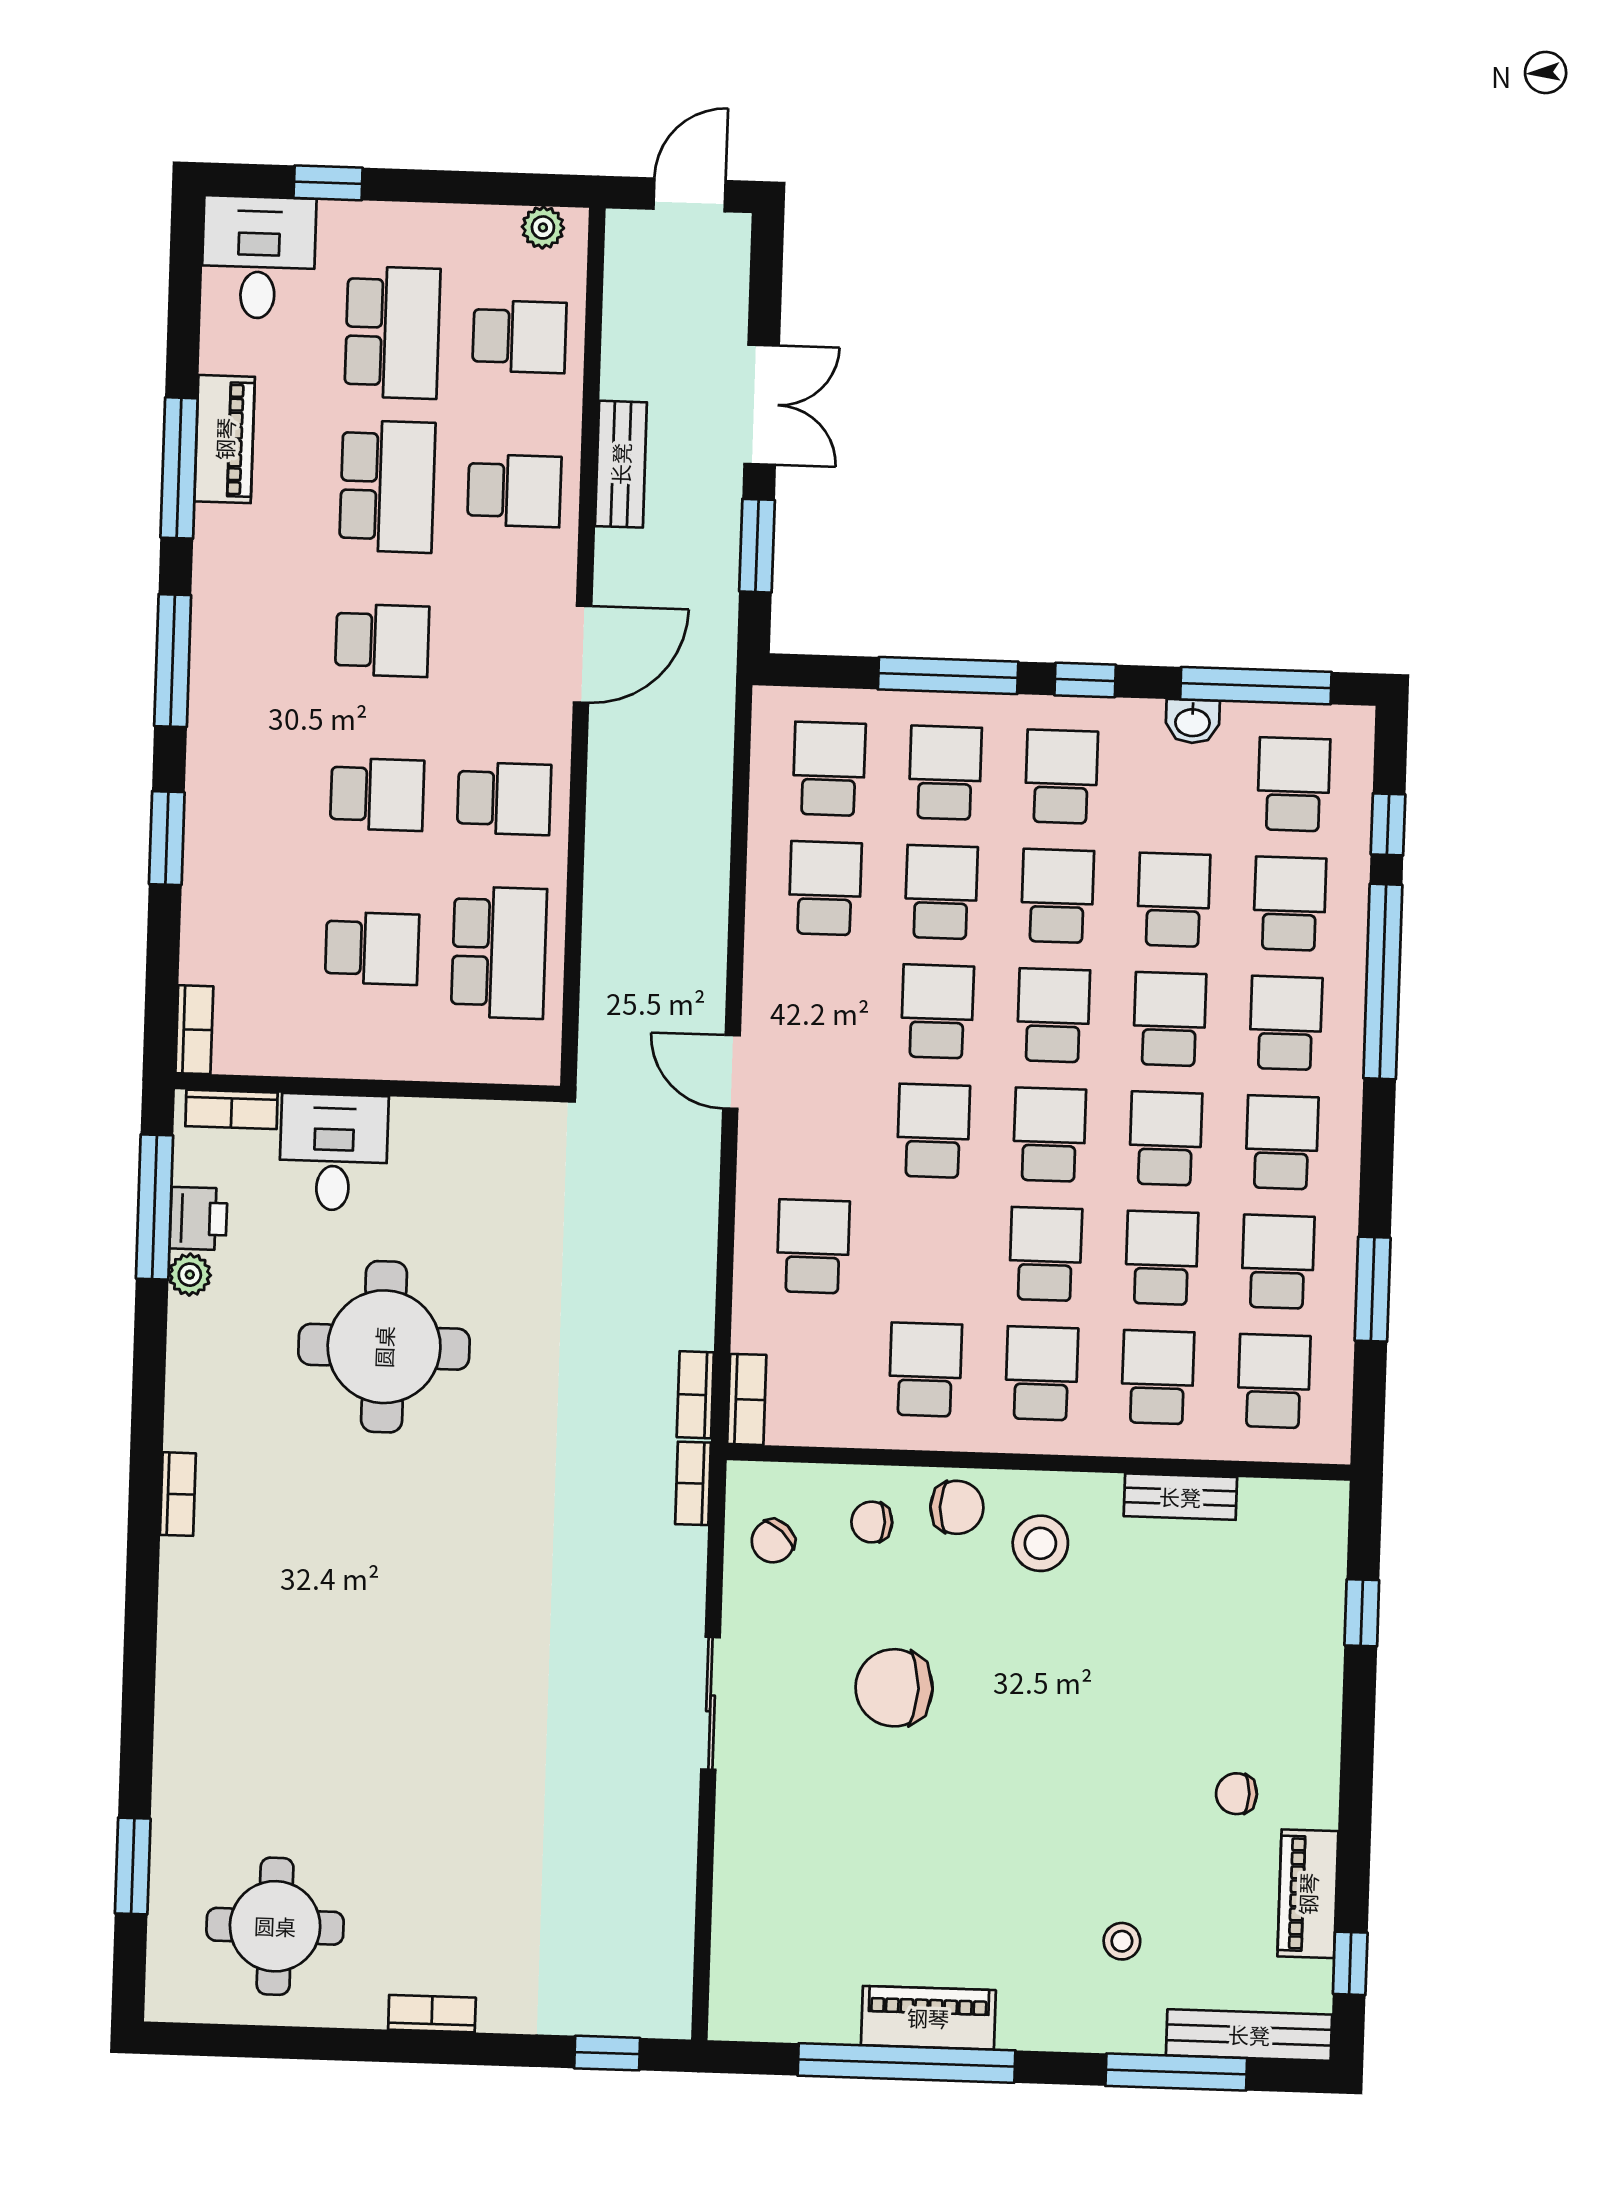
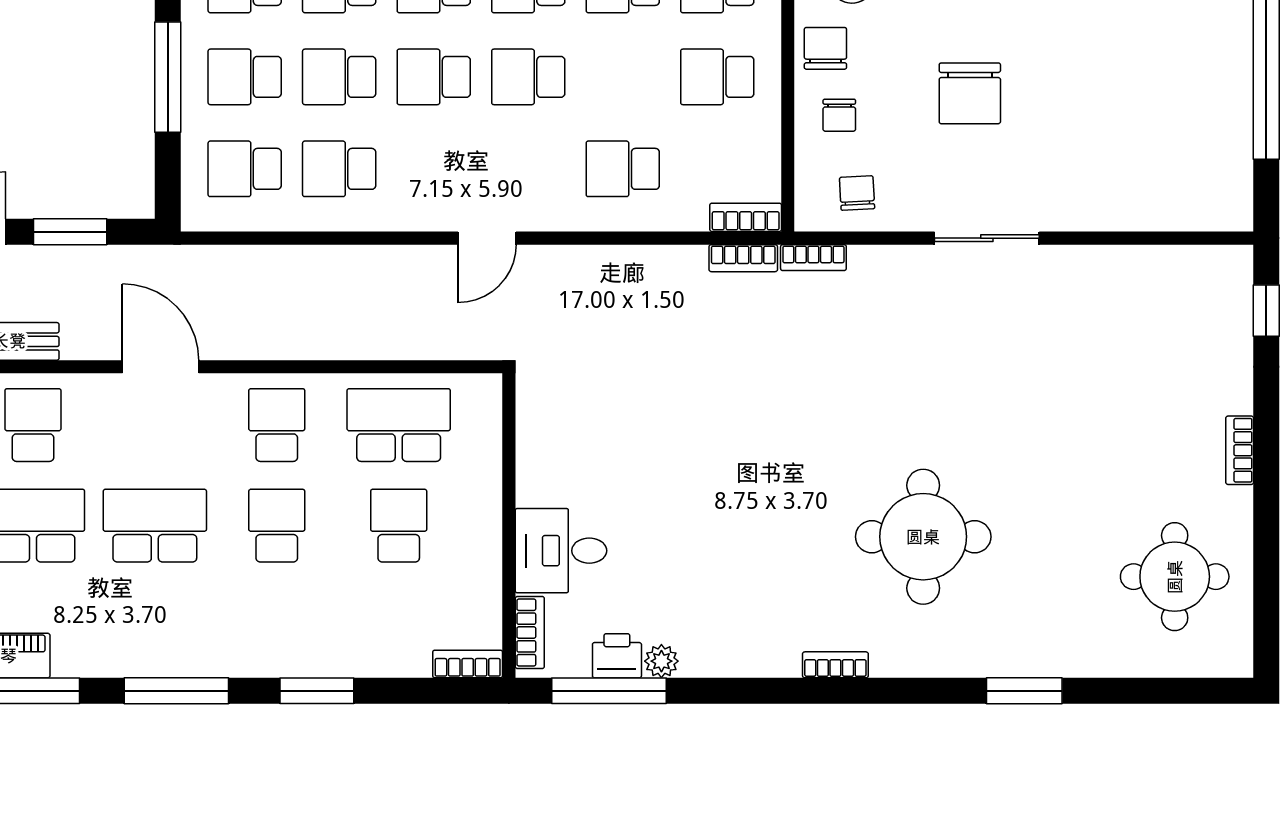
school desk: (382, 640) -> (155, 526), width x1.85
round table: (384, 1347) -> (923, 537), moved
chair: (773, 1541) -> (857, 193), turned -135
window: (133, 1866) -> (1024, 691), moved
piano: (928, 2018) -> (1230, 57), removed

